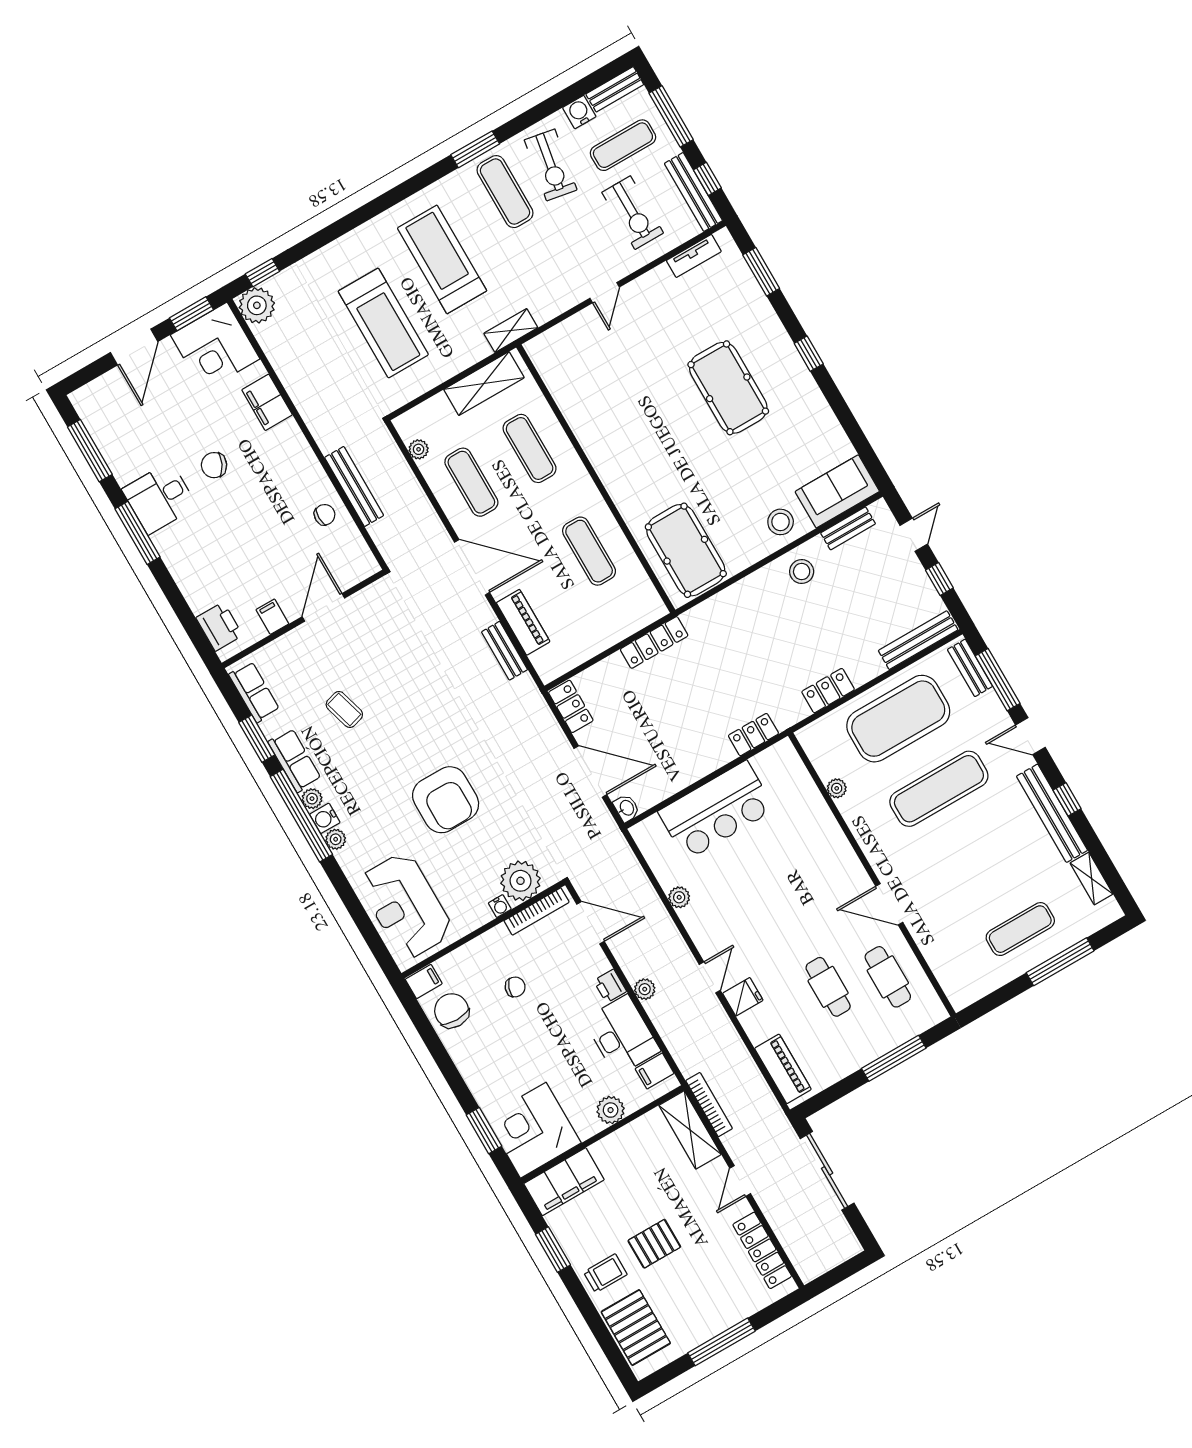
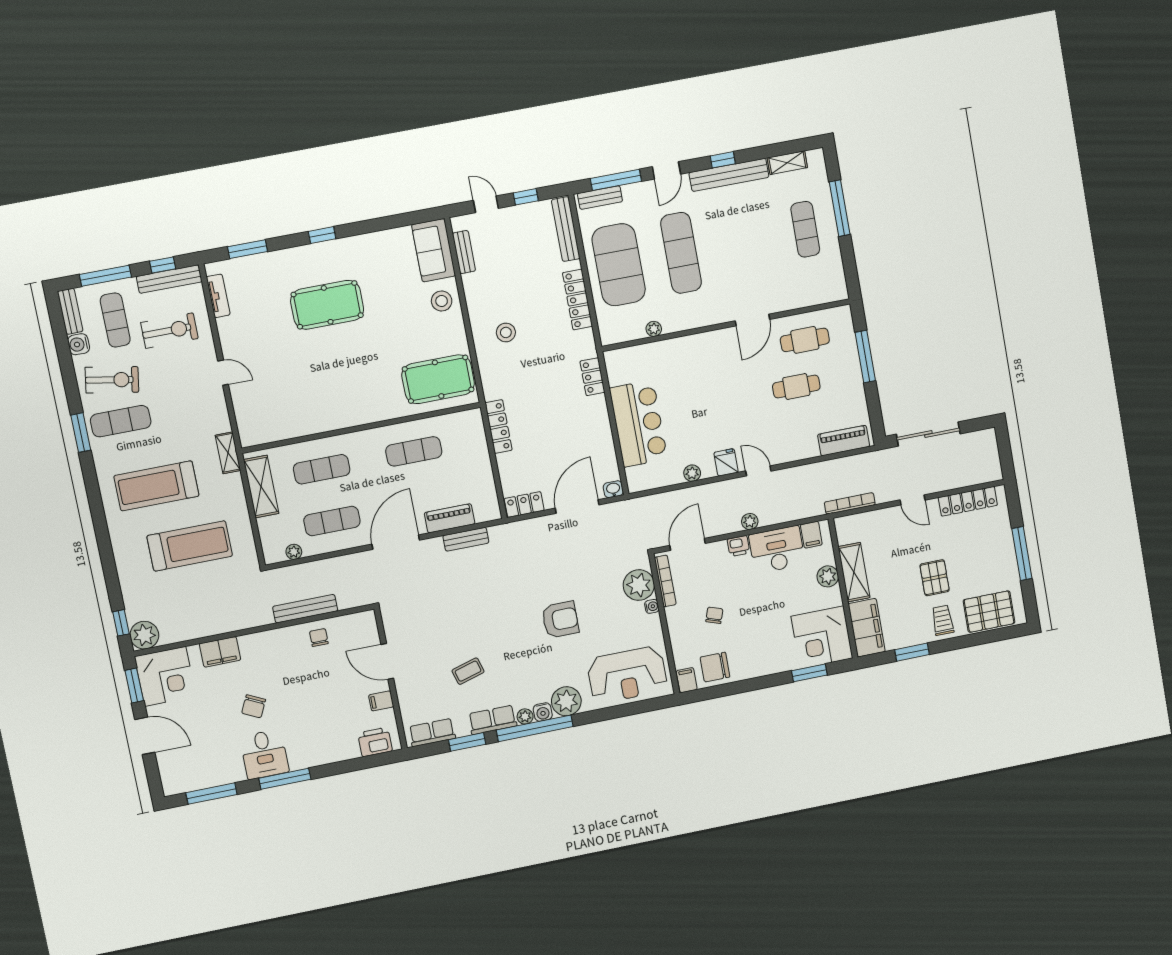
stool: (802, 572) -> (506, 332), moved
locker: (828, 691) -> (578, 300), width x1.53
armchair: (446, 800) -> (560, 620), width x0.73, depth x0.73
plant: (336, 839) -> (566, 701), width x1.88, depth x1.88
fridge: (743, 997) -> (726, 462), moved
shelving: (690, 1130) -> (854, 572), moved, turned 90

